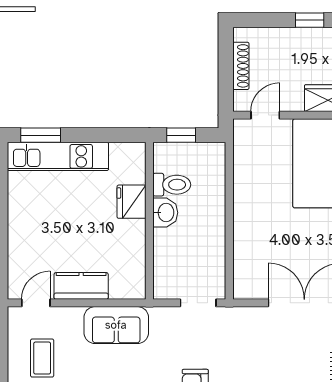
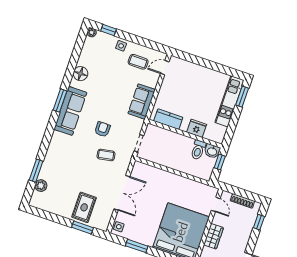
window: (310, 20) -> (259, 222), moved
washbasin: (165, 213) -> (212, 151), moved
kitchen counter: (81, 286) -> (168, 119), moved, turned -90
door: (36, 303) -> (165, 68), swing flipped
coffee table: (242, 358) -> (106, 155), added

